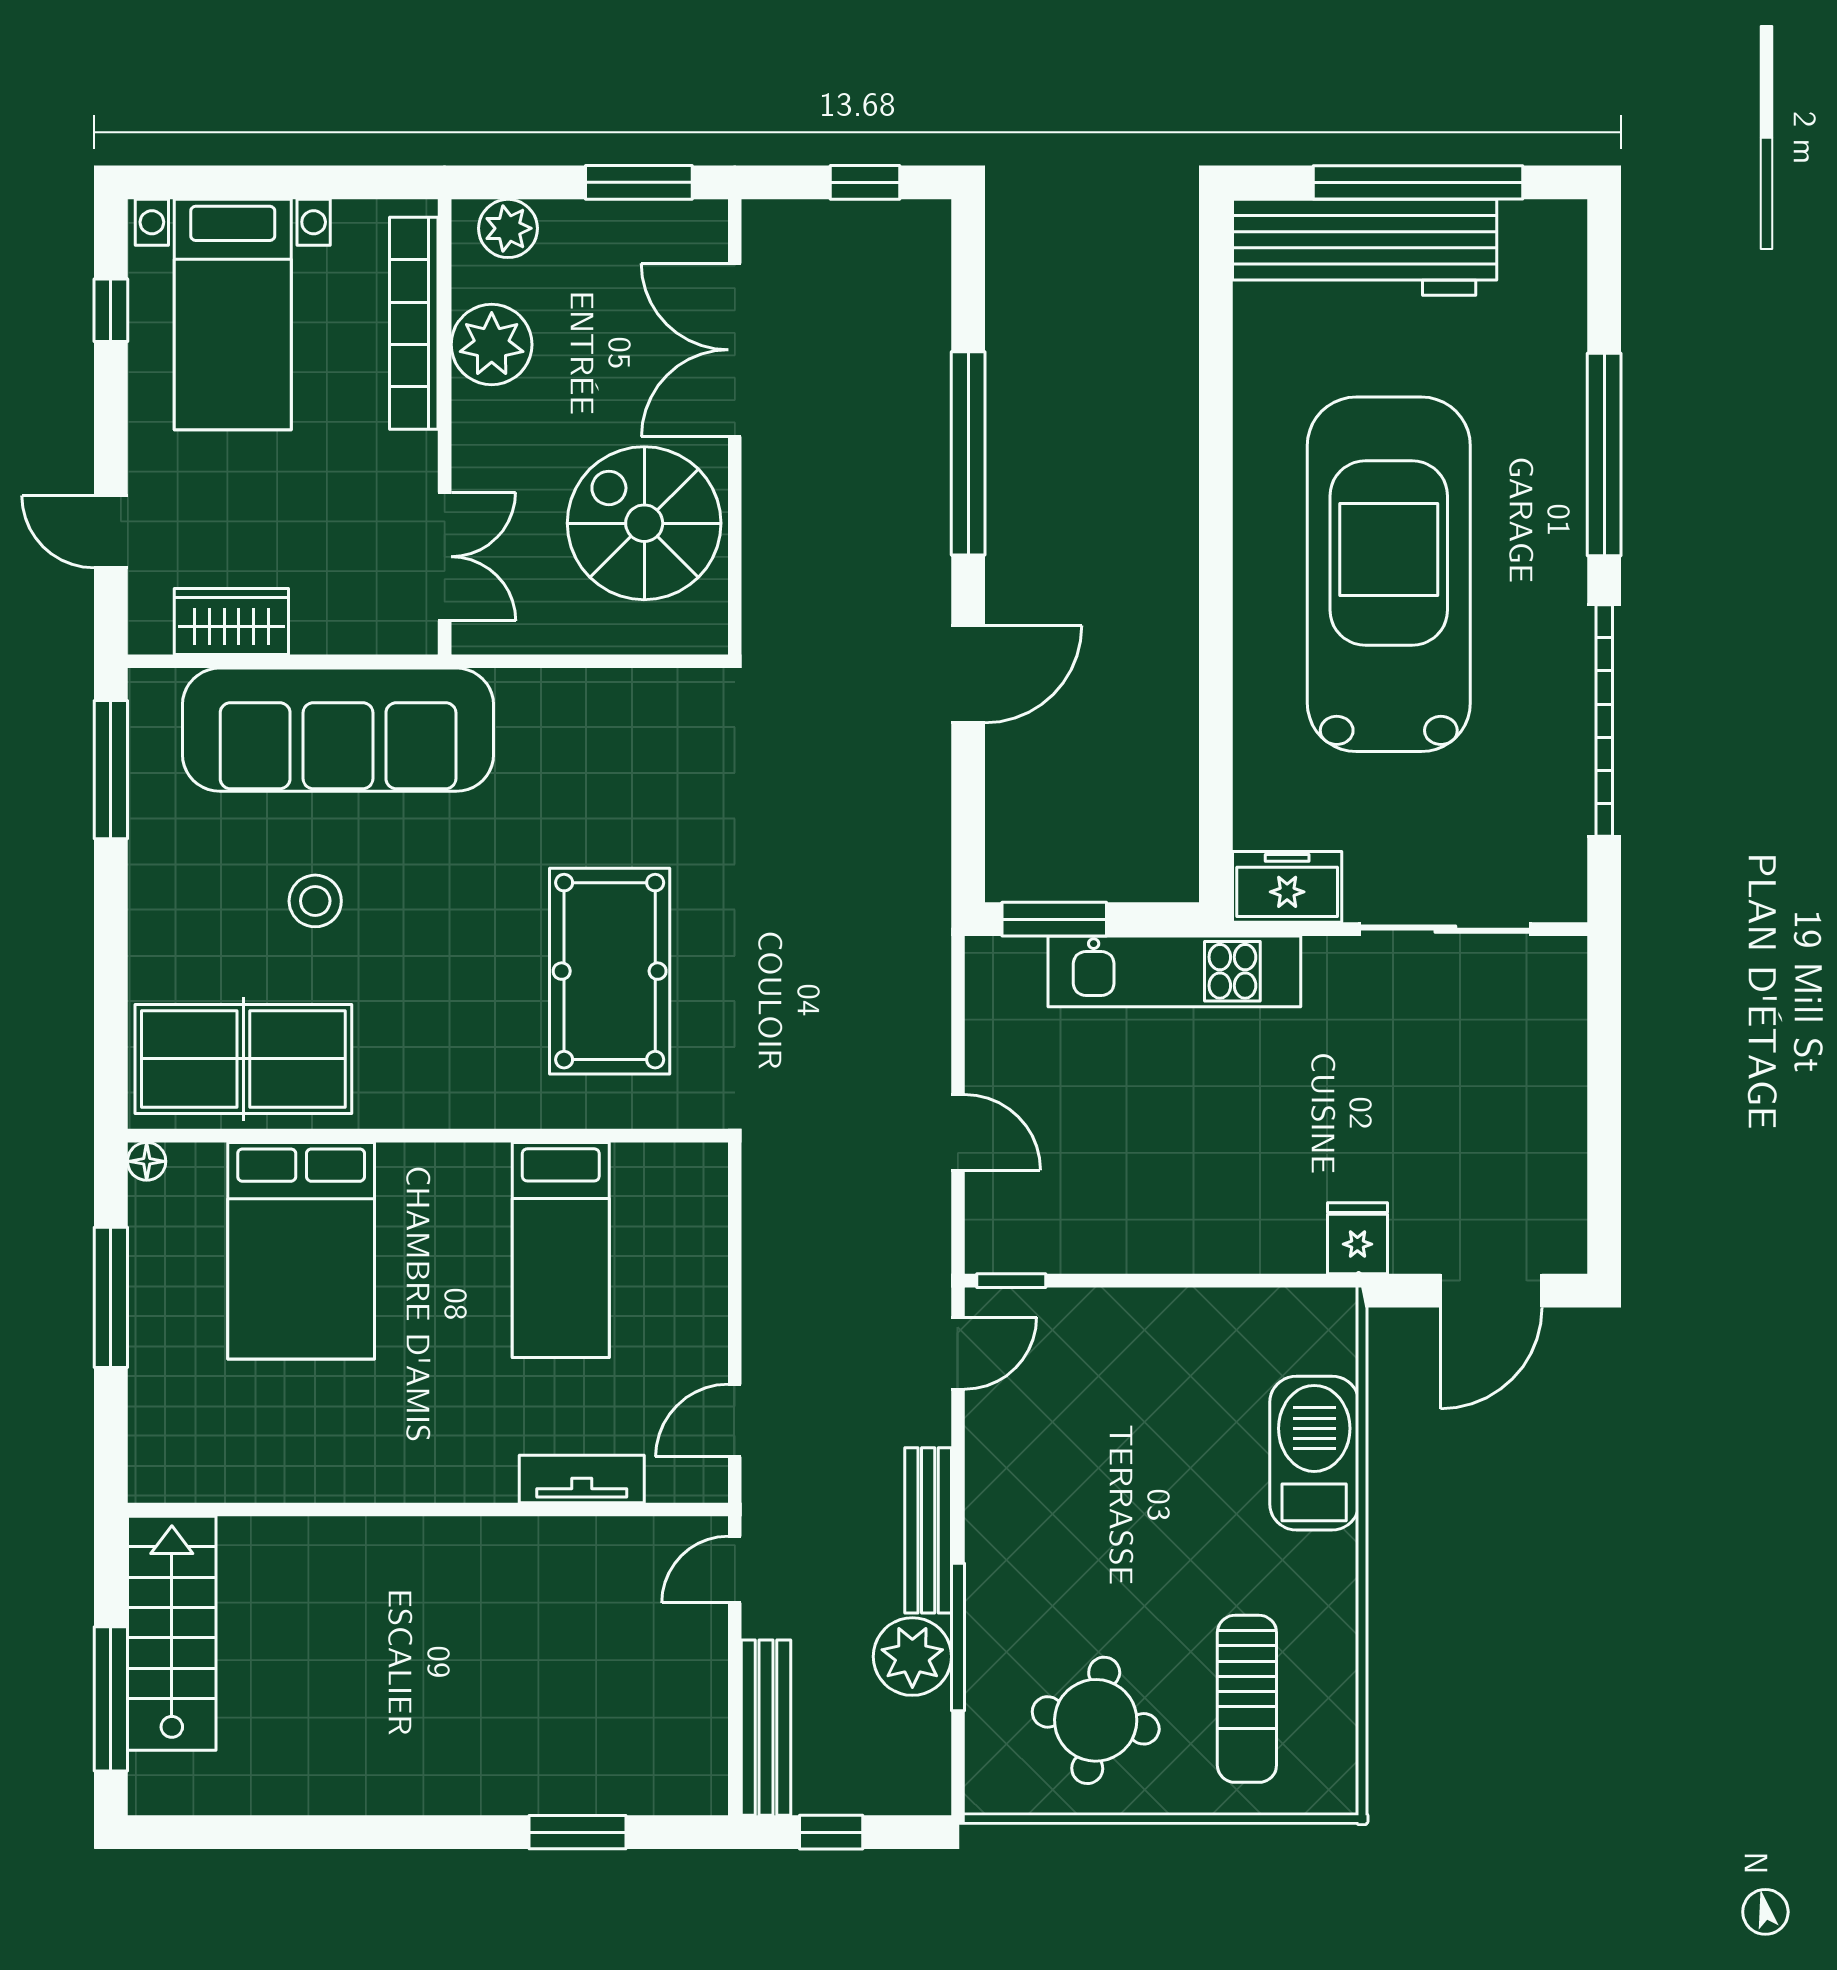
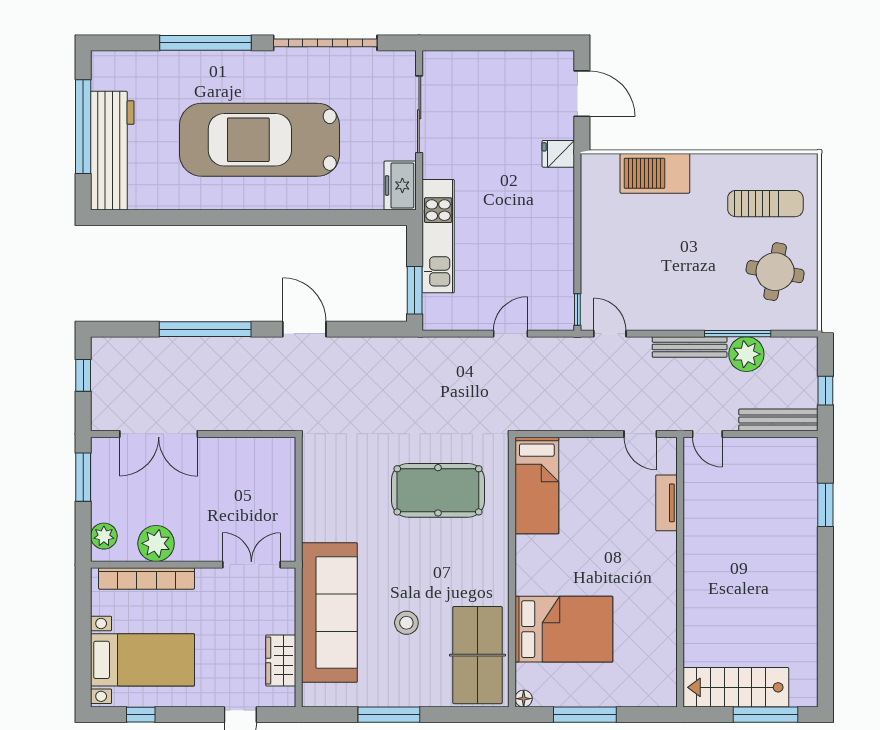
spiral stairs: (644, 523) -> (236, 475), removed
window: (111, 770) -> (389, 715), moved
bed: (561, 1250) -> (537, 485), moved, turned 90

